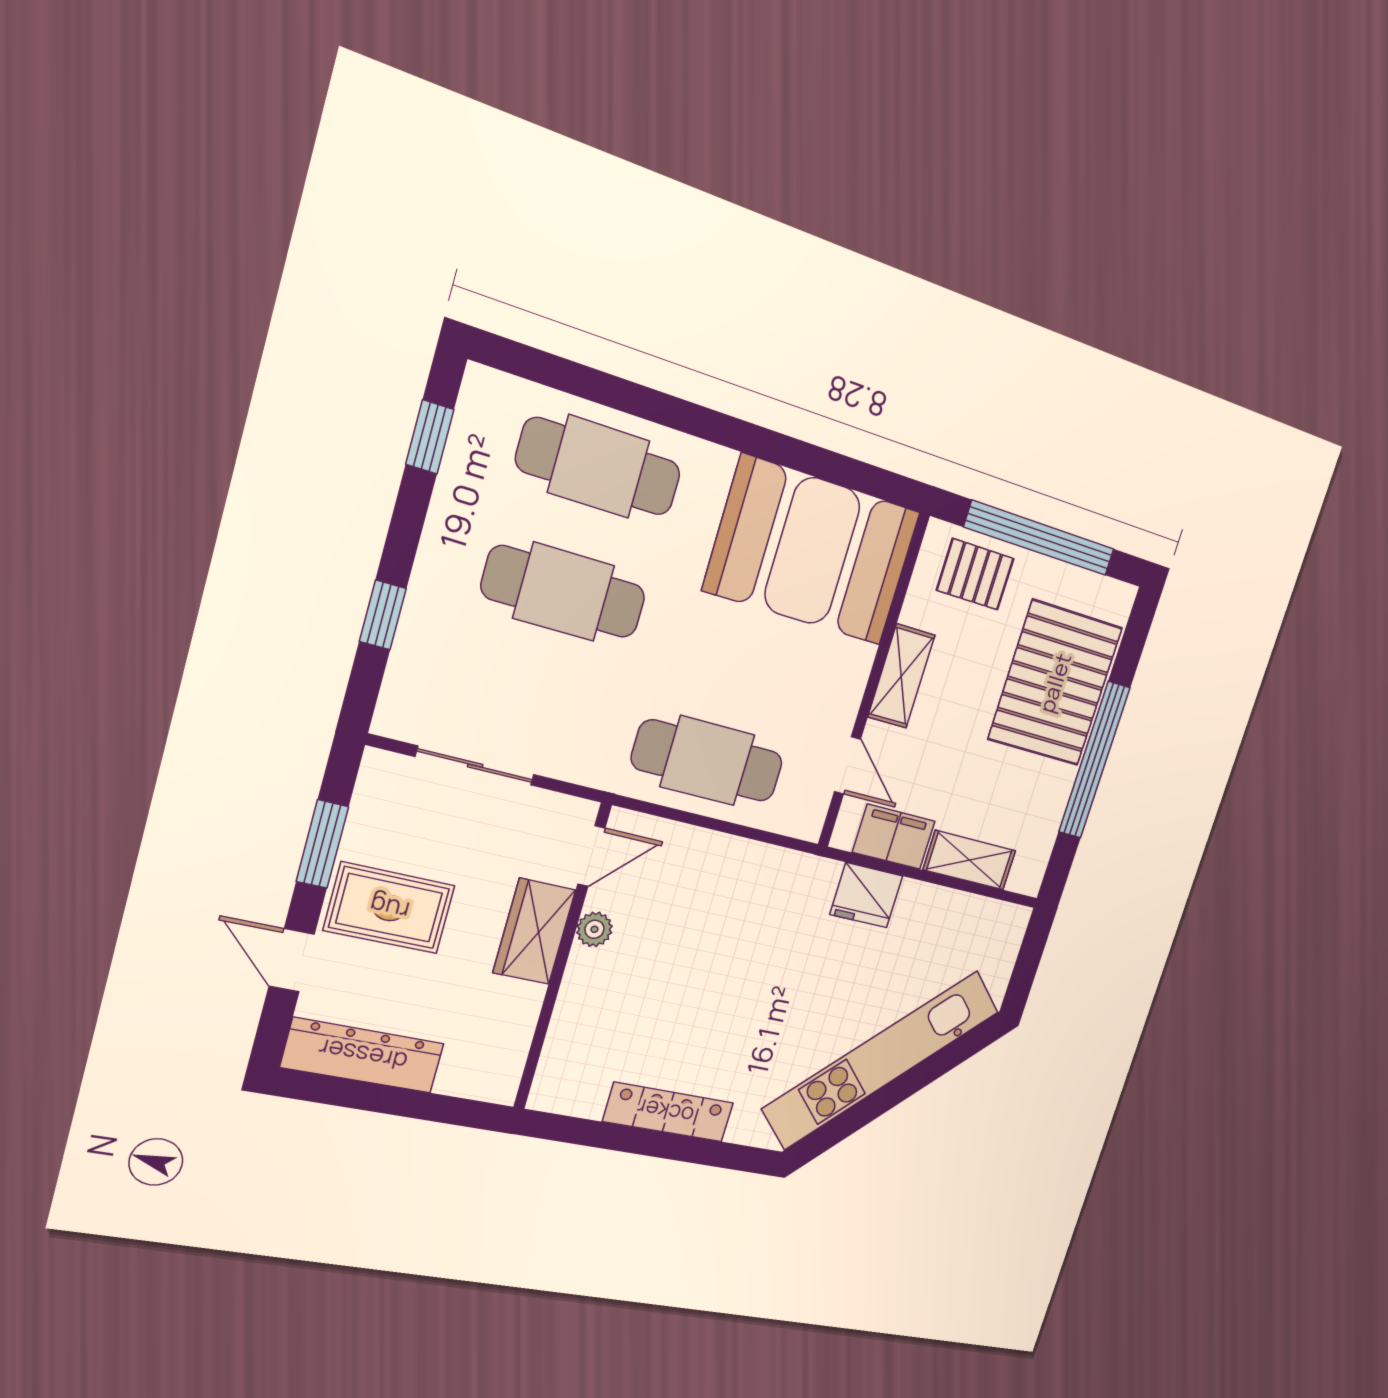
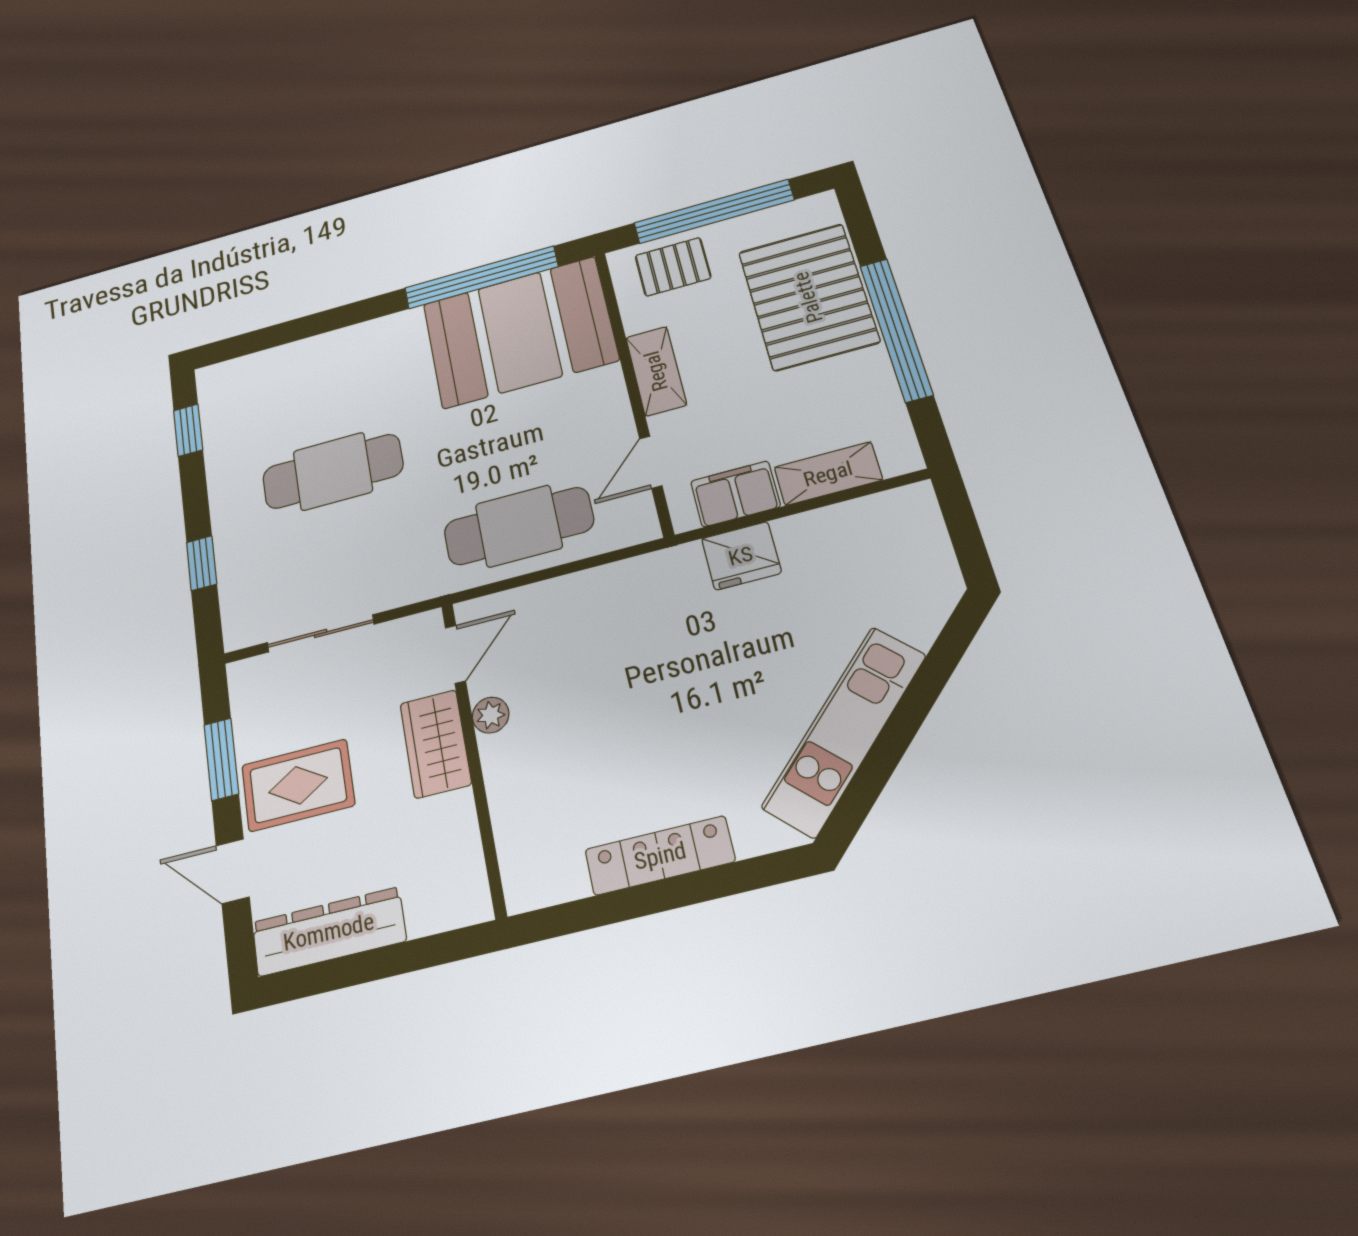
window: (810, 459) -> (481, 277), added
cafe table: (599, 467) -> (319, 377), removed
door: (847, 765) -> (651, 462), swing flipped
kitchen unit: (882, 1060) -> (844, 731), width x0.73

